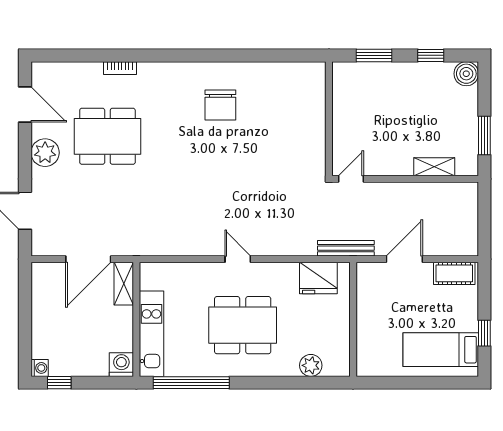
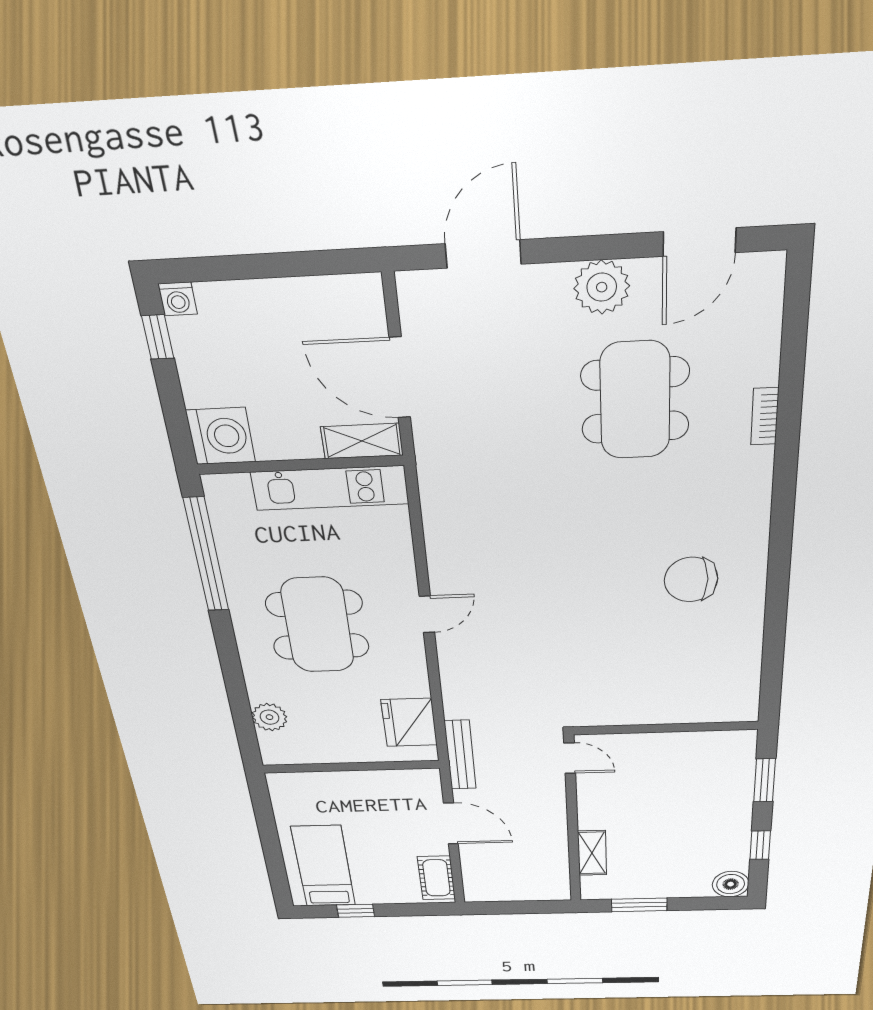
kitchen unit: (151, 334) -> (330, 488), moved
washing machine: (121, 365) -> (221, 436), width x1.37, depth x1.37

